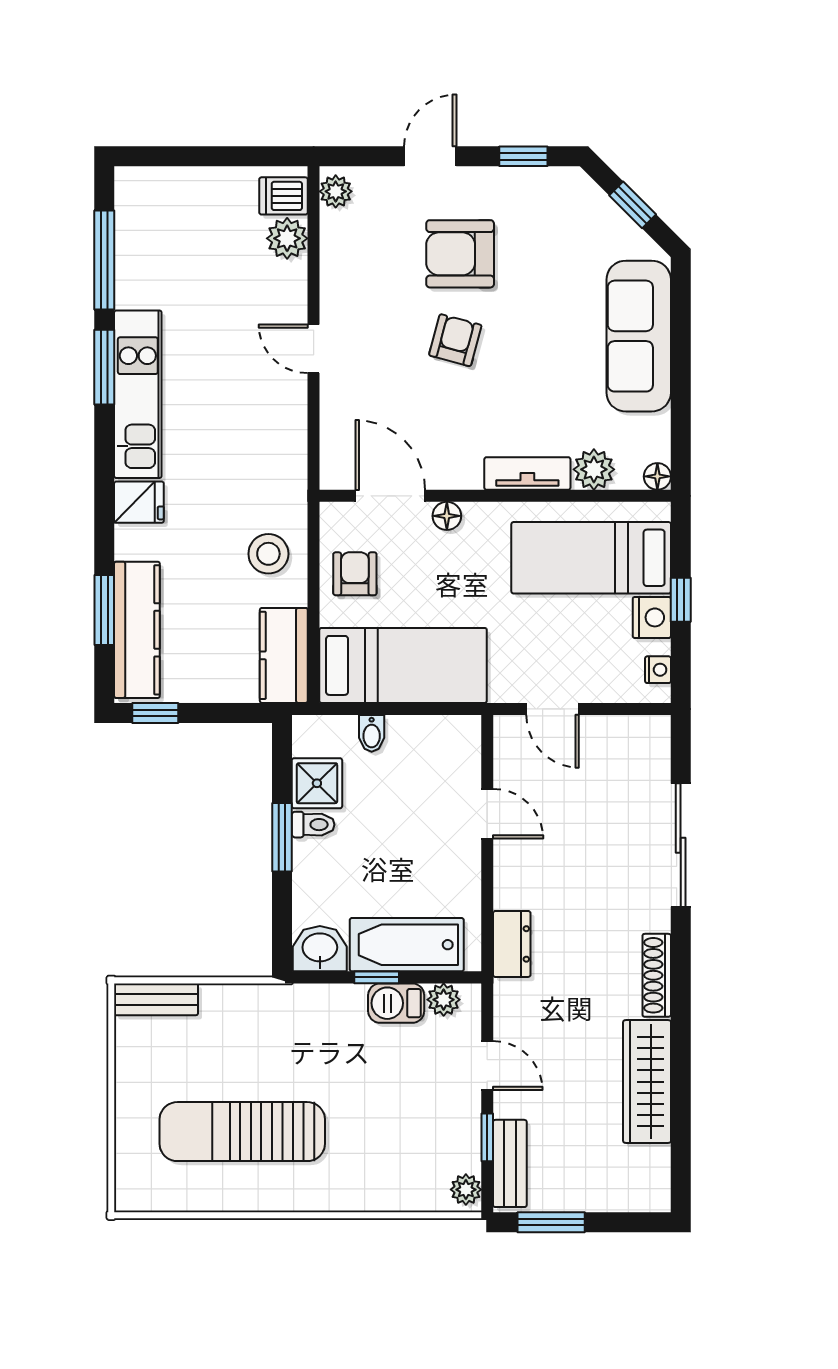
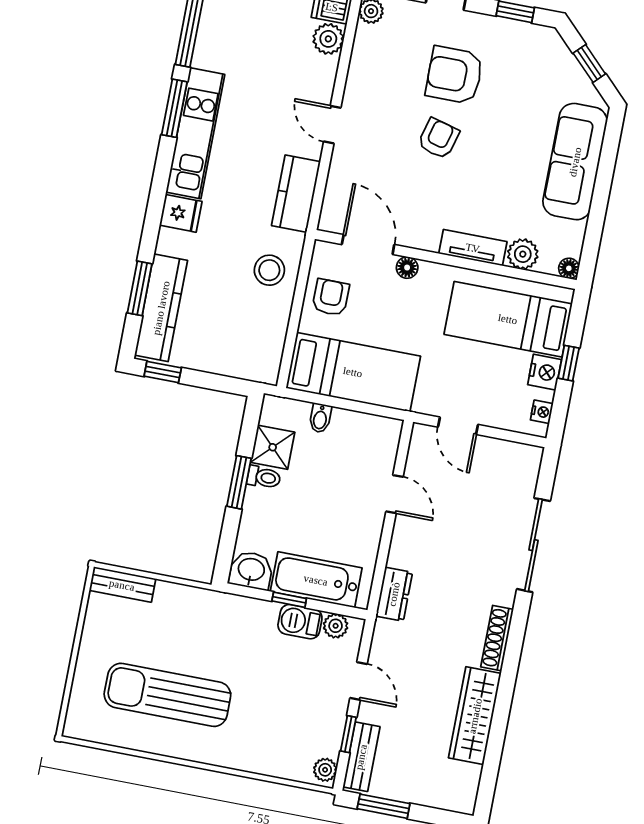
kitchen counter: (284, 655) -> (296, 194), moved

